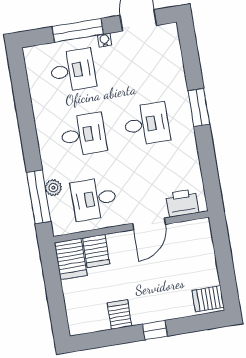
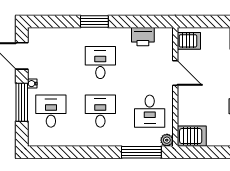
plant: (53, 188) -> (167, 140), moved
printer: (182, 203) -> (143, 37), moved, turned -90
server rack: (96, 251) -> (189, 41), moved

